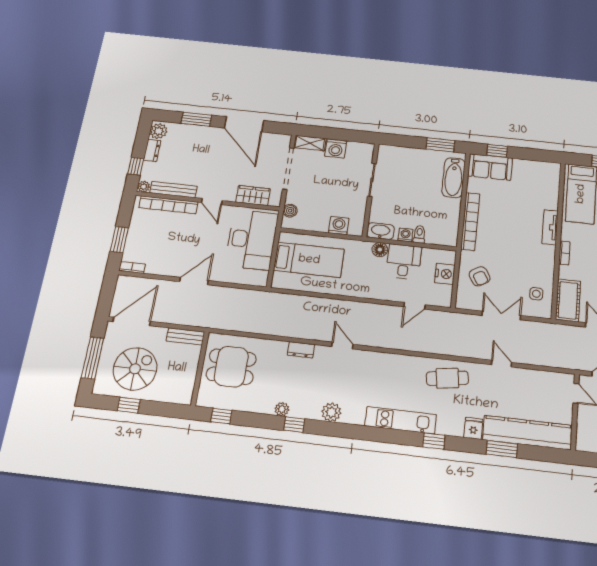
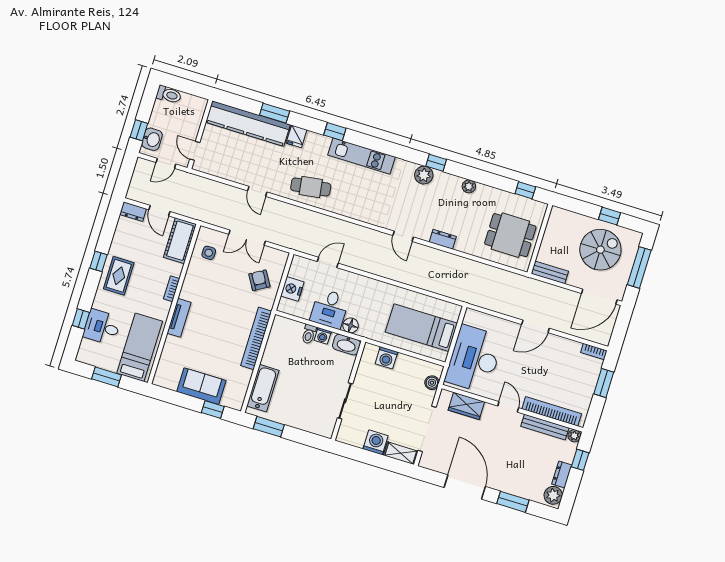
sofa: (490, 167) -> (201, 386), moved
spiral stairs: (135, 369) -> (600, 250), turned 180
window: (294, 425) -> (436, 163), moved

